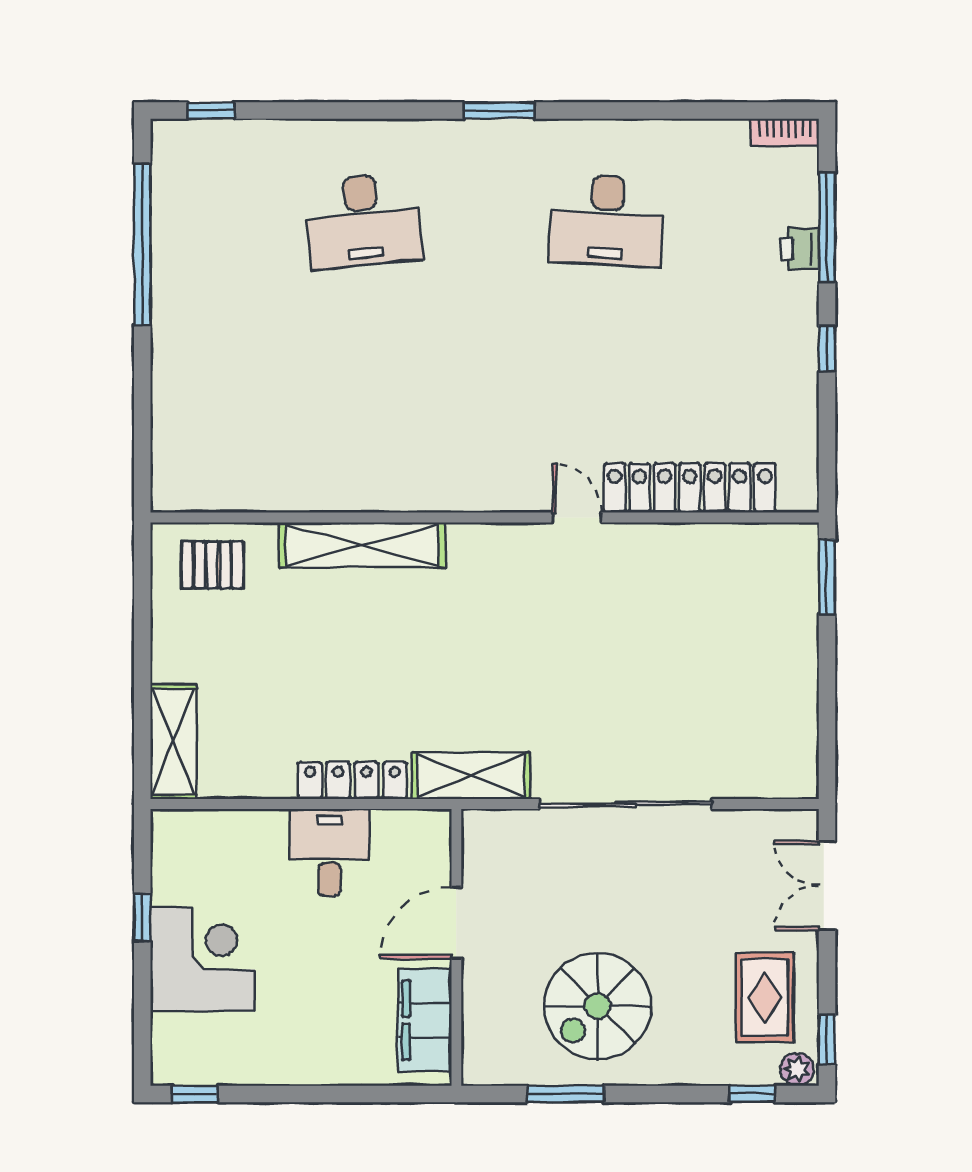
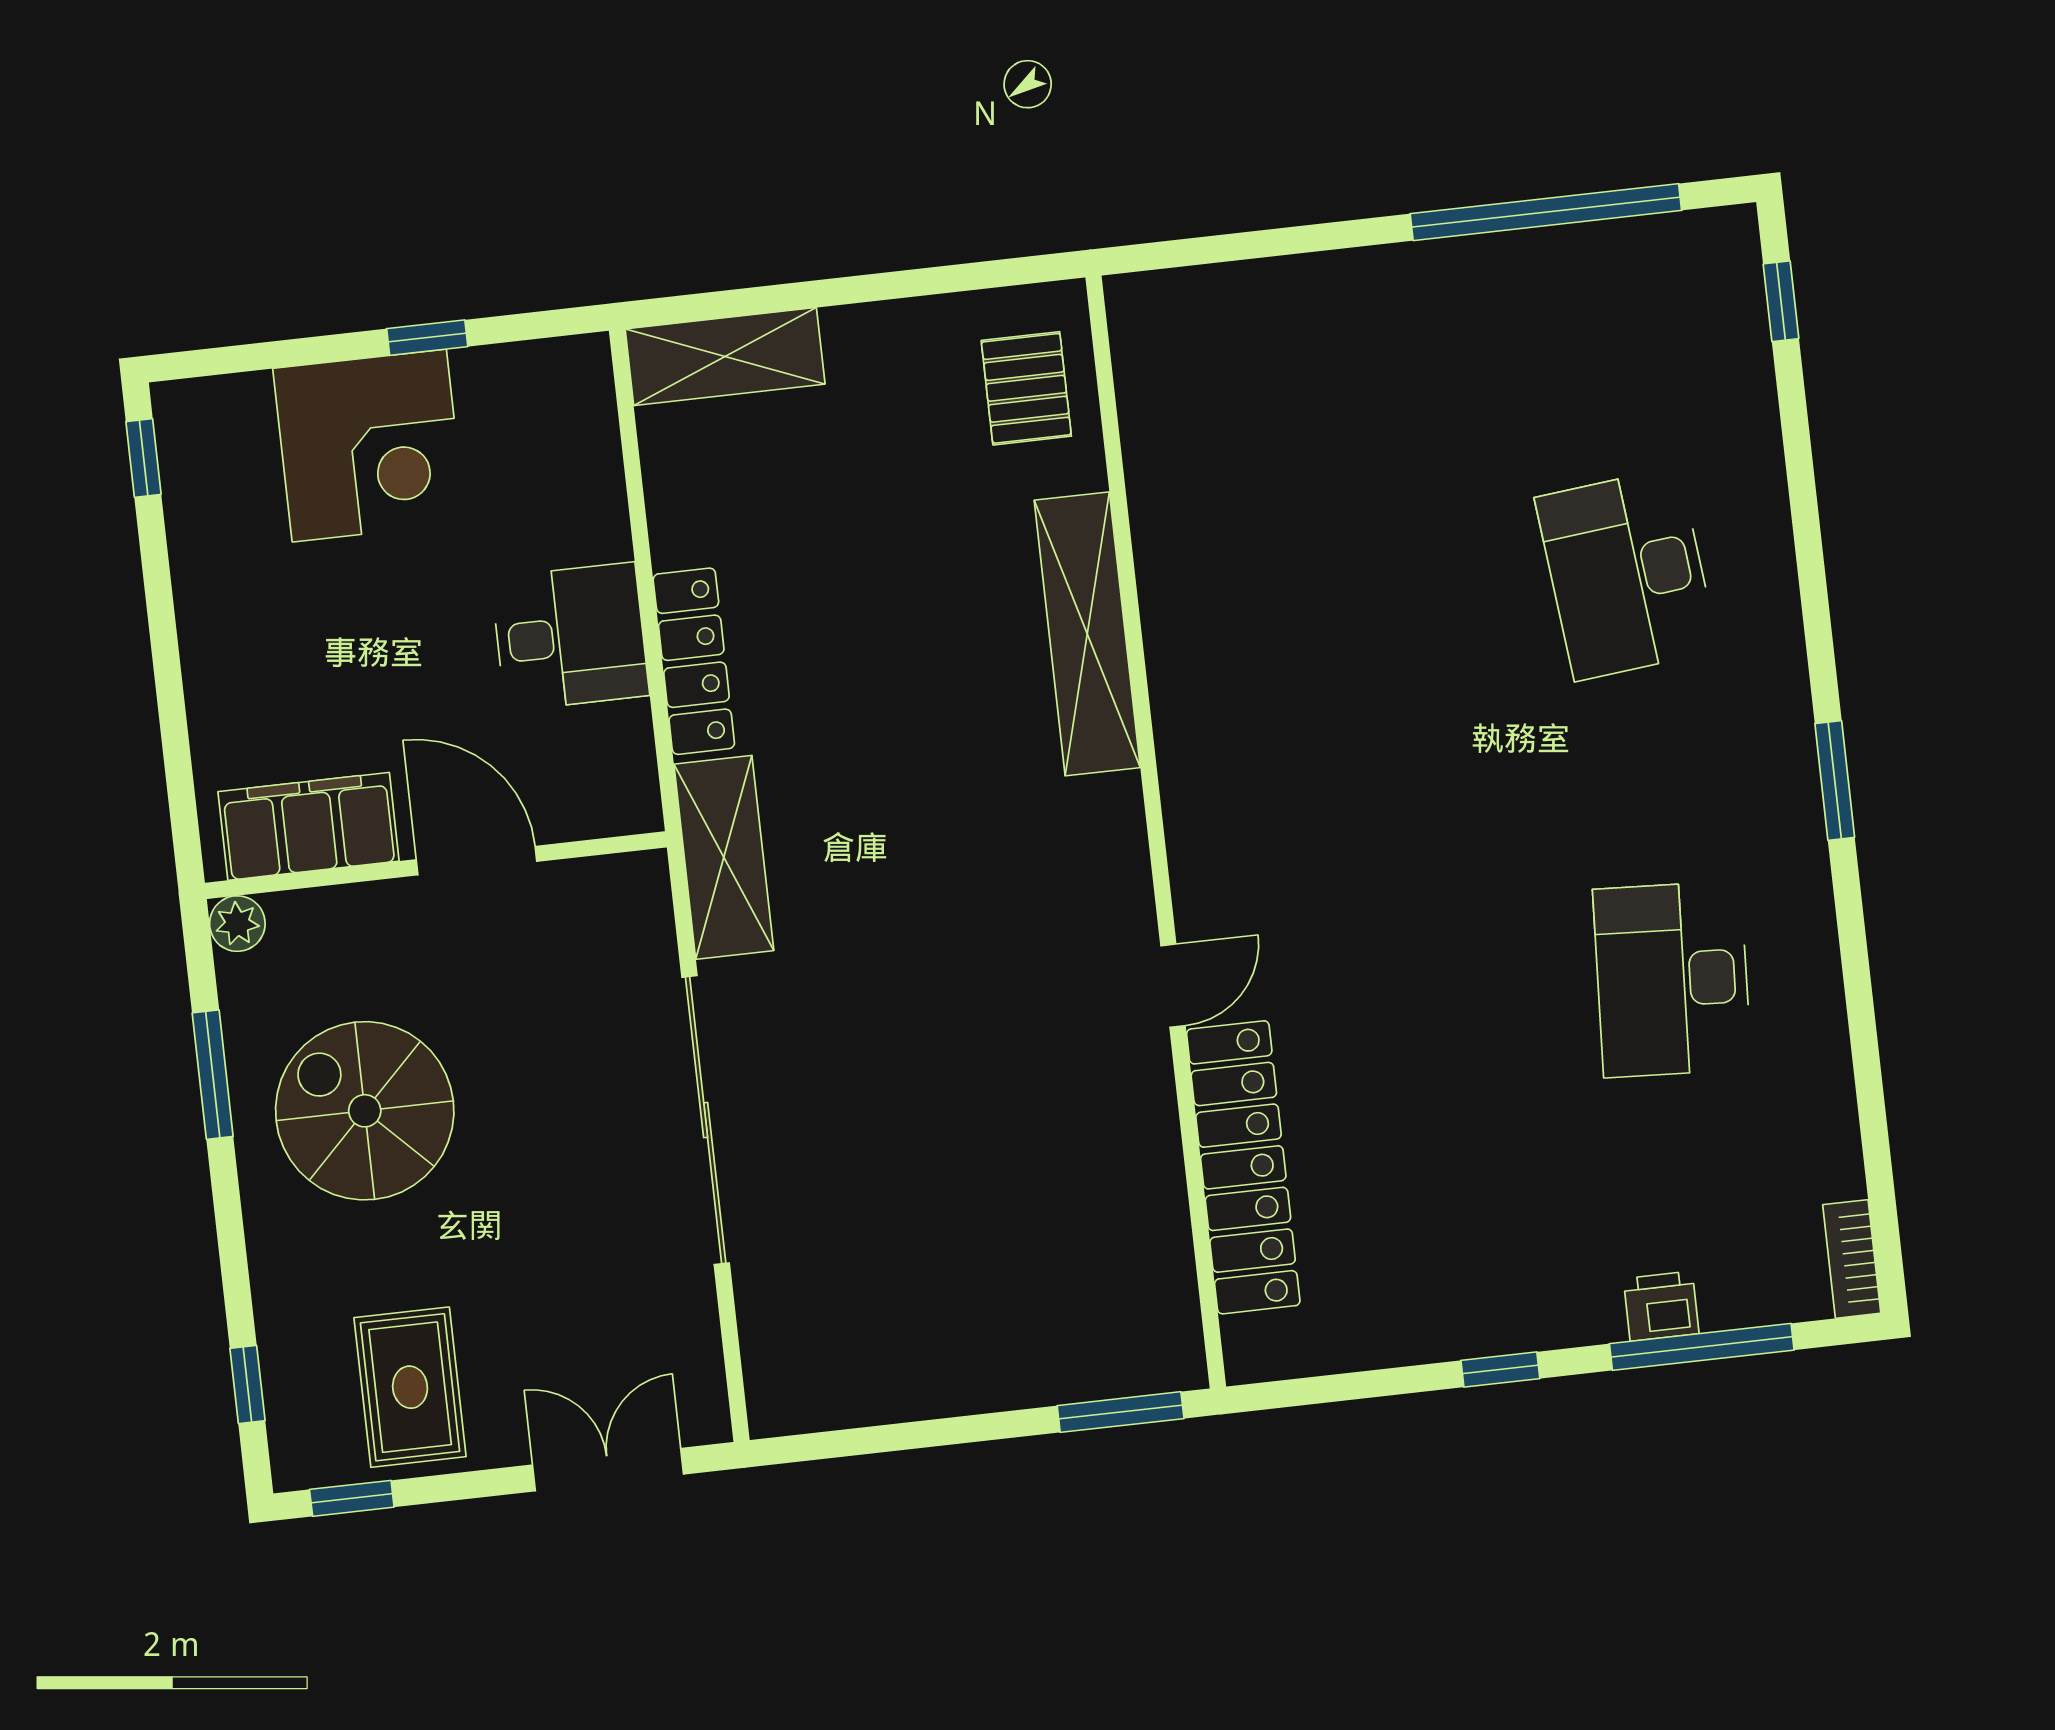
rug: (765, 998) -> (410, 1387), turned 90
plant: (797, 1069) -> (237, 924), moved

